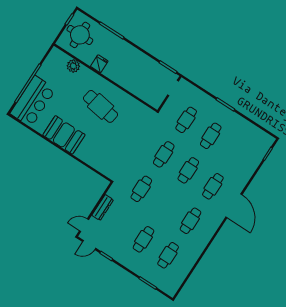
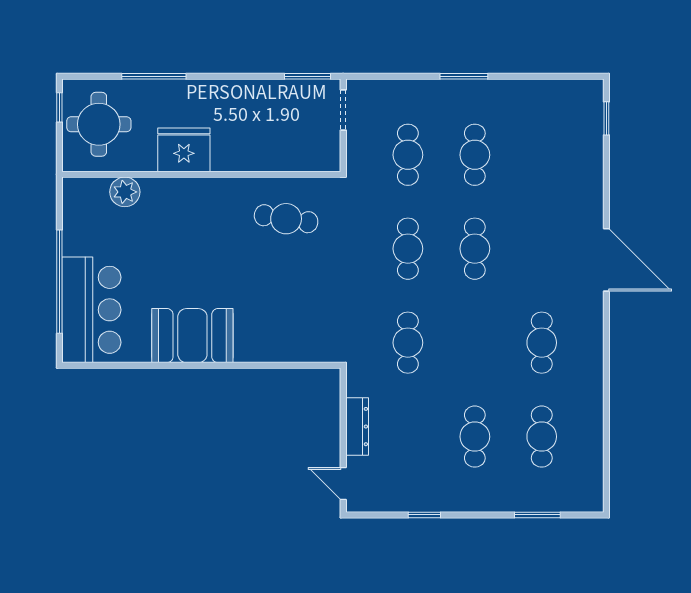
fridge: (99, 64) -> (184, 150), width x1.88, depth x1.34
cafe table: (101, 106) -> (286, 219), moved, width x0.73, depth x0.74
cafe table: (213, 186) -> (542, 249), removed
door: (84, 225) -> (343, 484), hinge flipped
door: (89, 245) -> (378, 515), removed

